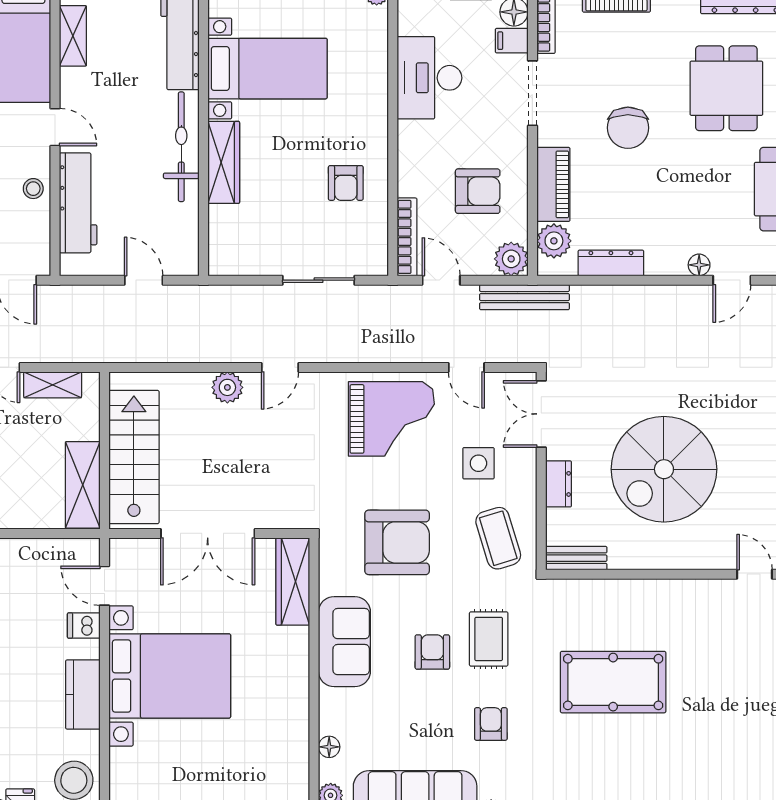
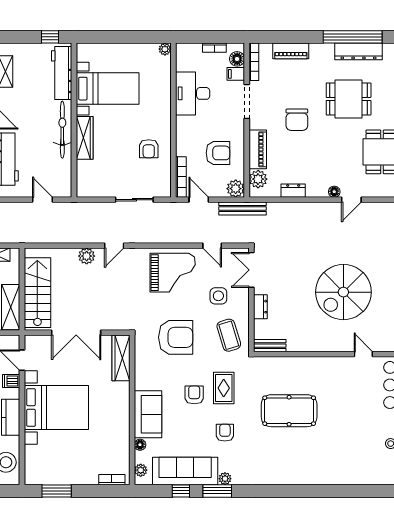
dining table: (726, 88) -> (349, 99), turned 90
dresser: (611, 263) -> (293, 191), width x0.70
spiral stairs: (664, 469) -> (343, 292), moved
sofa: (344, 642) -> (148, 414), moved

